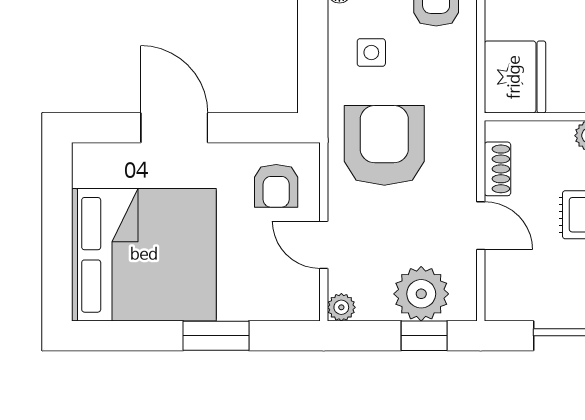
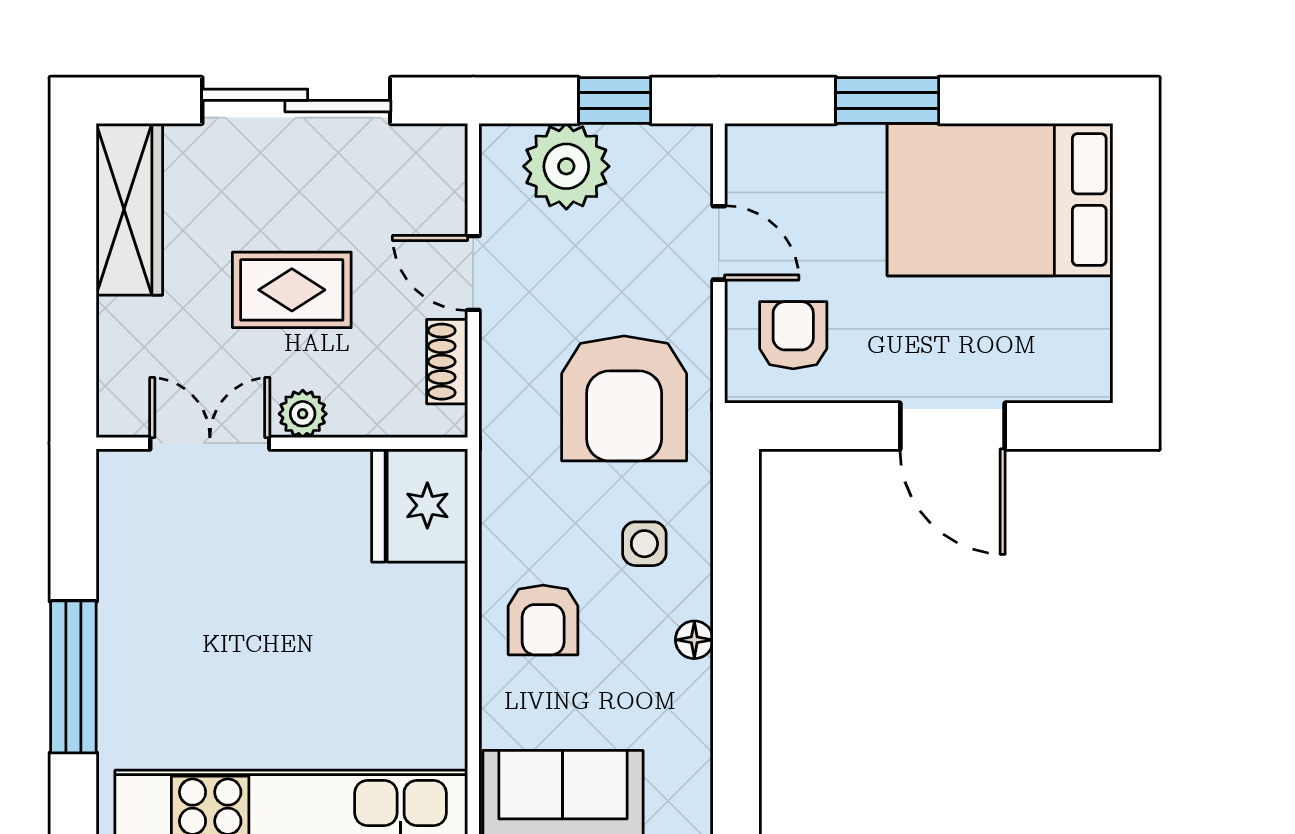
bed: (144, 255) -> (1000, 200), width x0.73
plant: (341, 307) -> (691, 145), removed
window: (424, 336) -> (615, 100), moved

